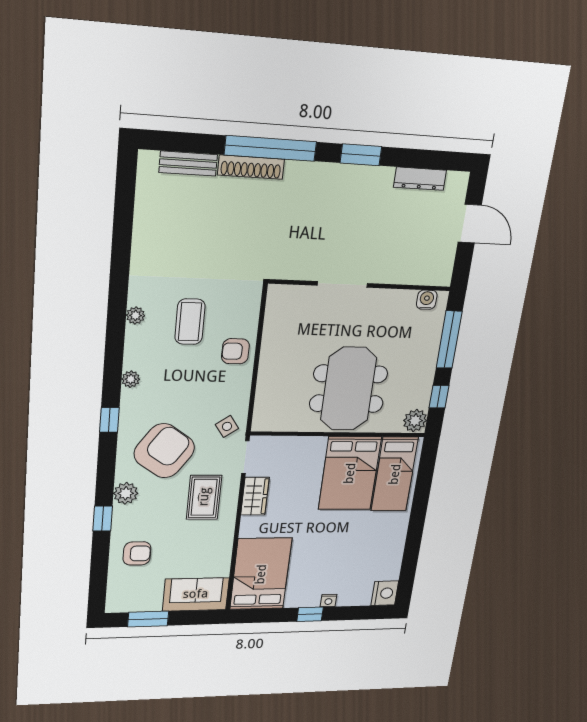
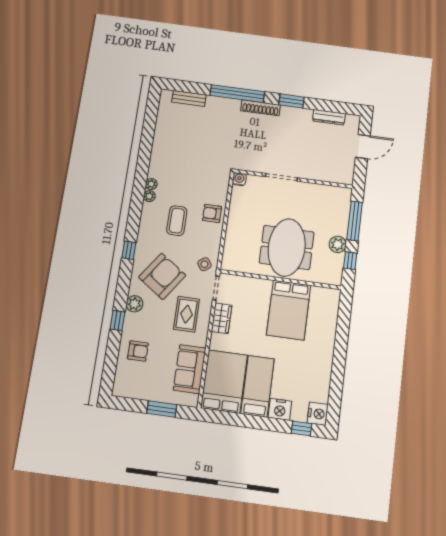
shoe rack: (251, 167) -> (261, 108), moved
door: (470, 224) -> (363, 147), hinge flipped
water cooler: (427, 300) -> (239, 179), moved
coffee table: (190, 322) -> (177, 221), moved
plant: (131, 379) -> (149, 196), moved
plant: (415, 421) -> (338, 244), moved
bed: (395, 474) -> (258, 386), moved, turned 180
sofa: (196, 594) -> (190, 369), moved, turned -90
nightstand: (329, 601) -> (280, 409), width x1.89, depth x1.79
window: (310, 614) -> (302, 429), moved
window: (148, 619) -> (162, 409), moved

